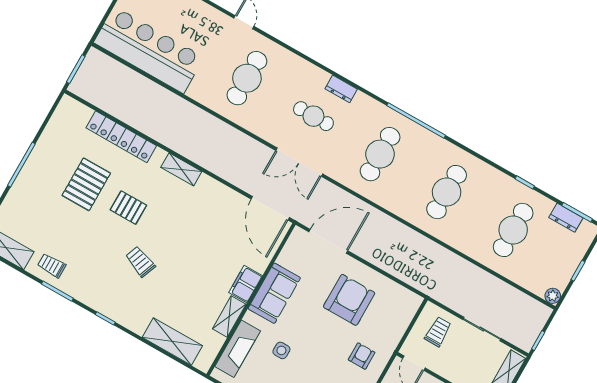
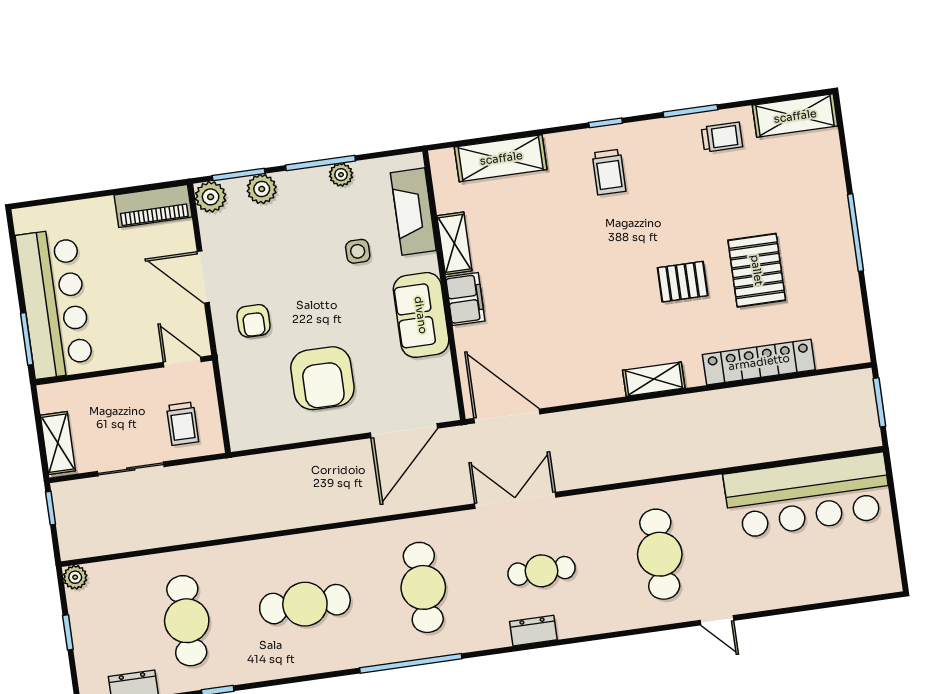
cafe table: (447, 192) -> (305, 604), turned 90
trolley: (140, 262) -> (609, 172), moved, turned 69

